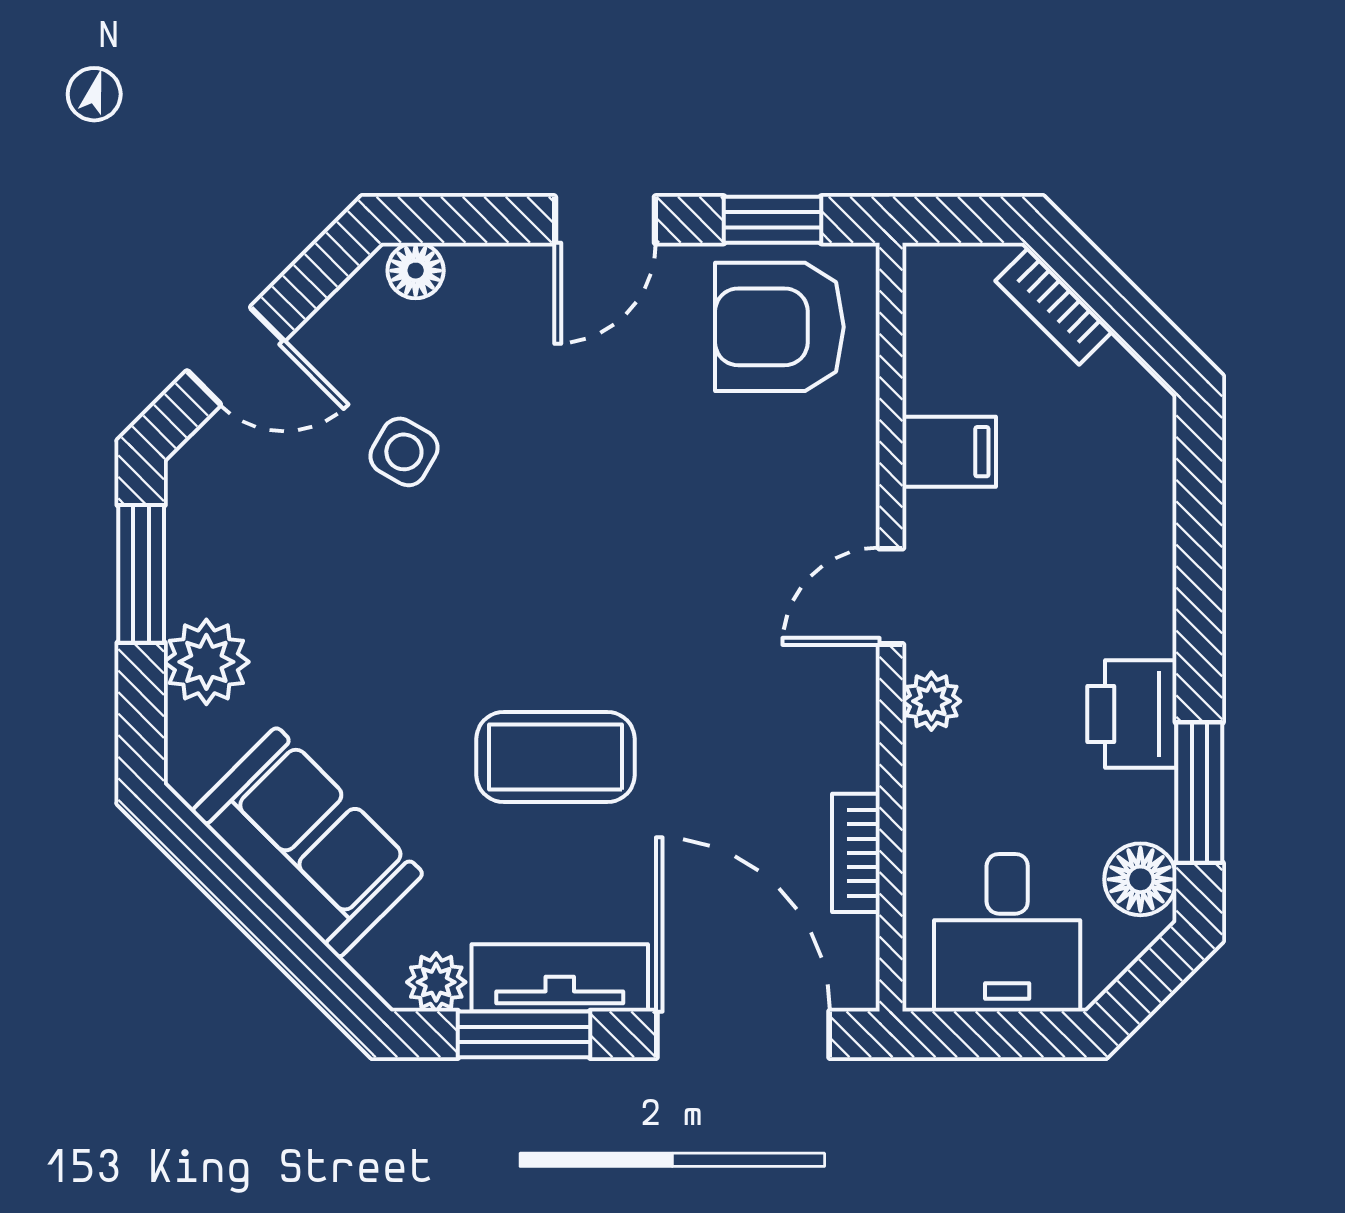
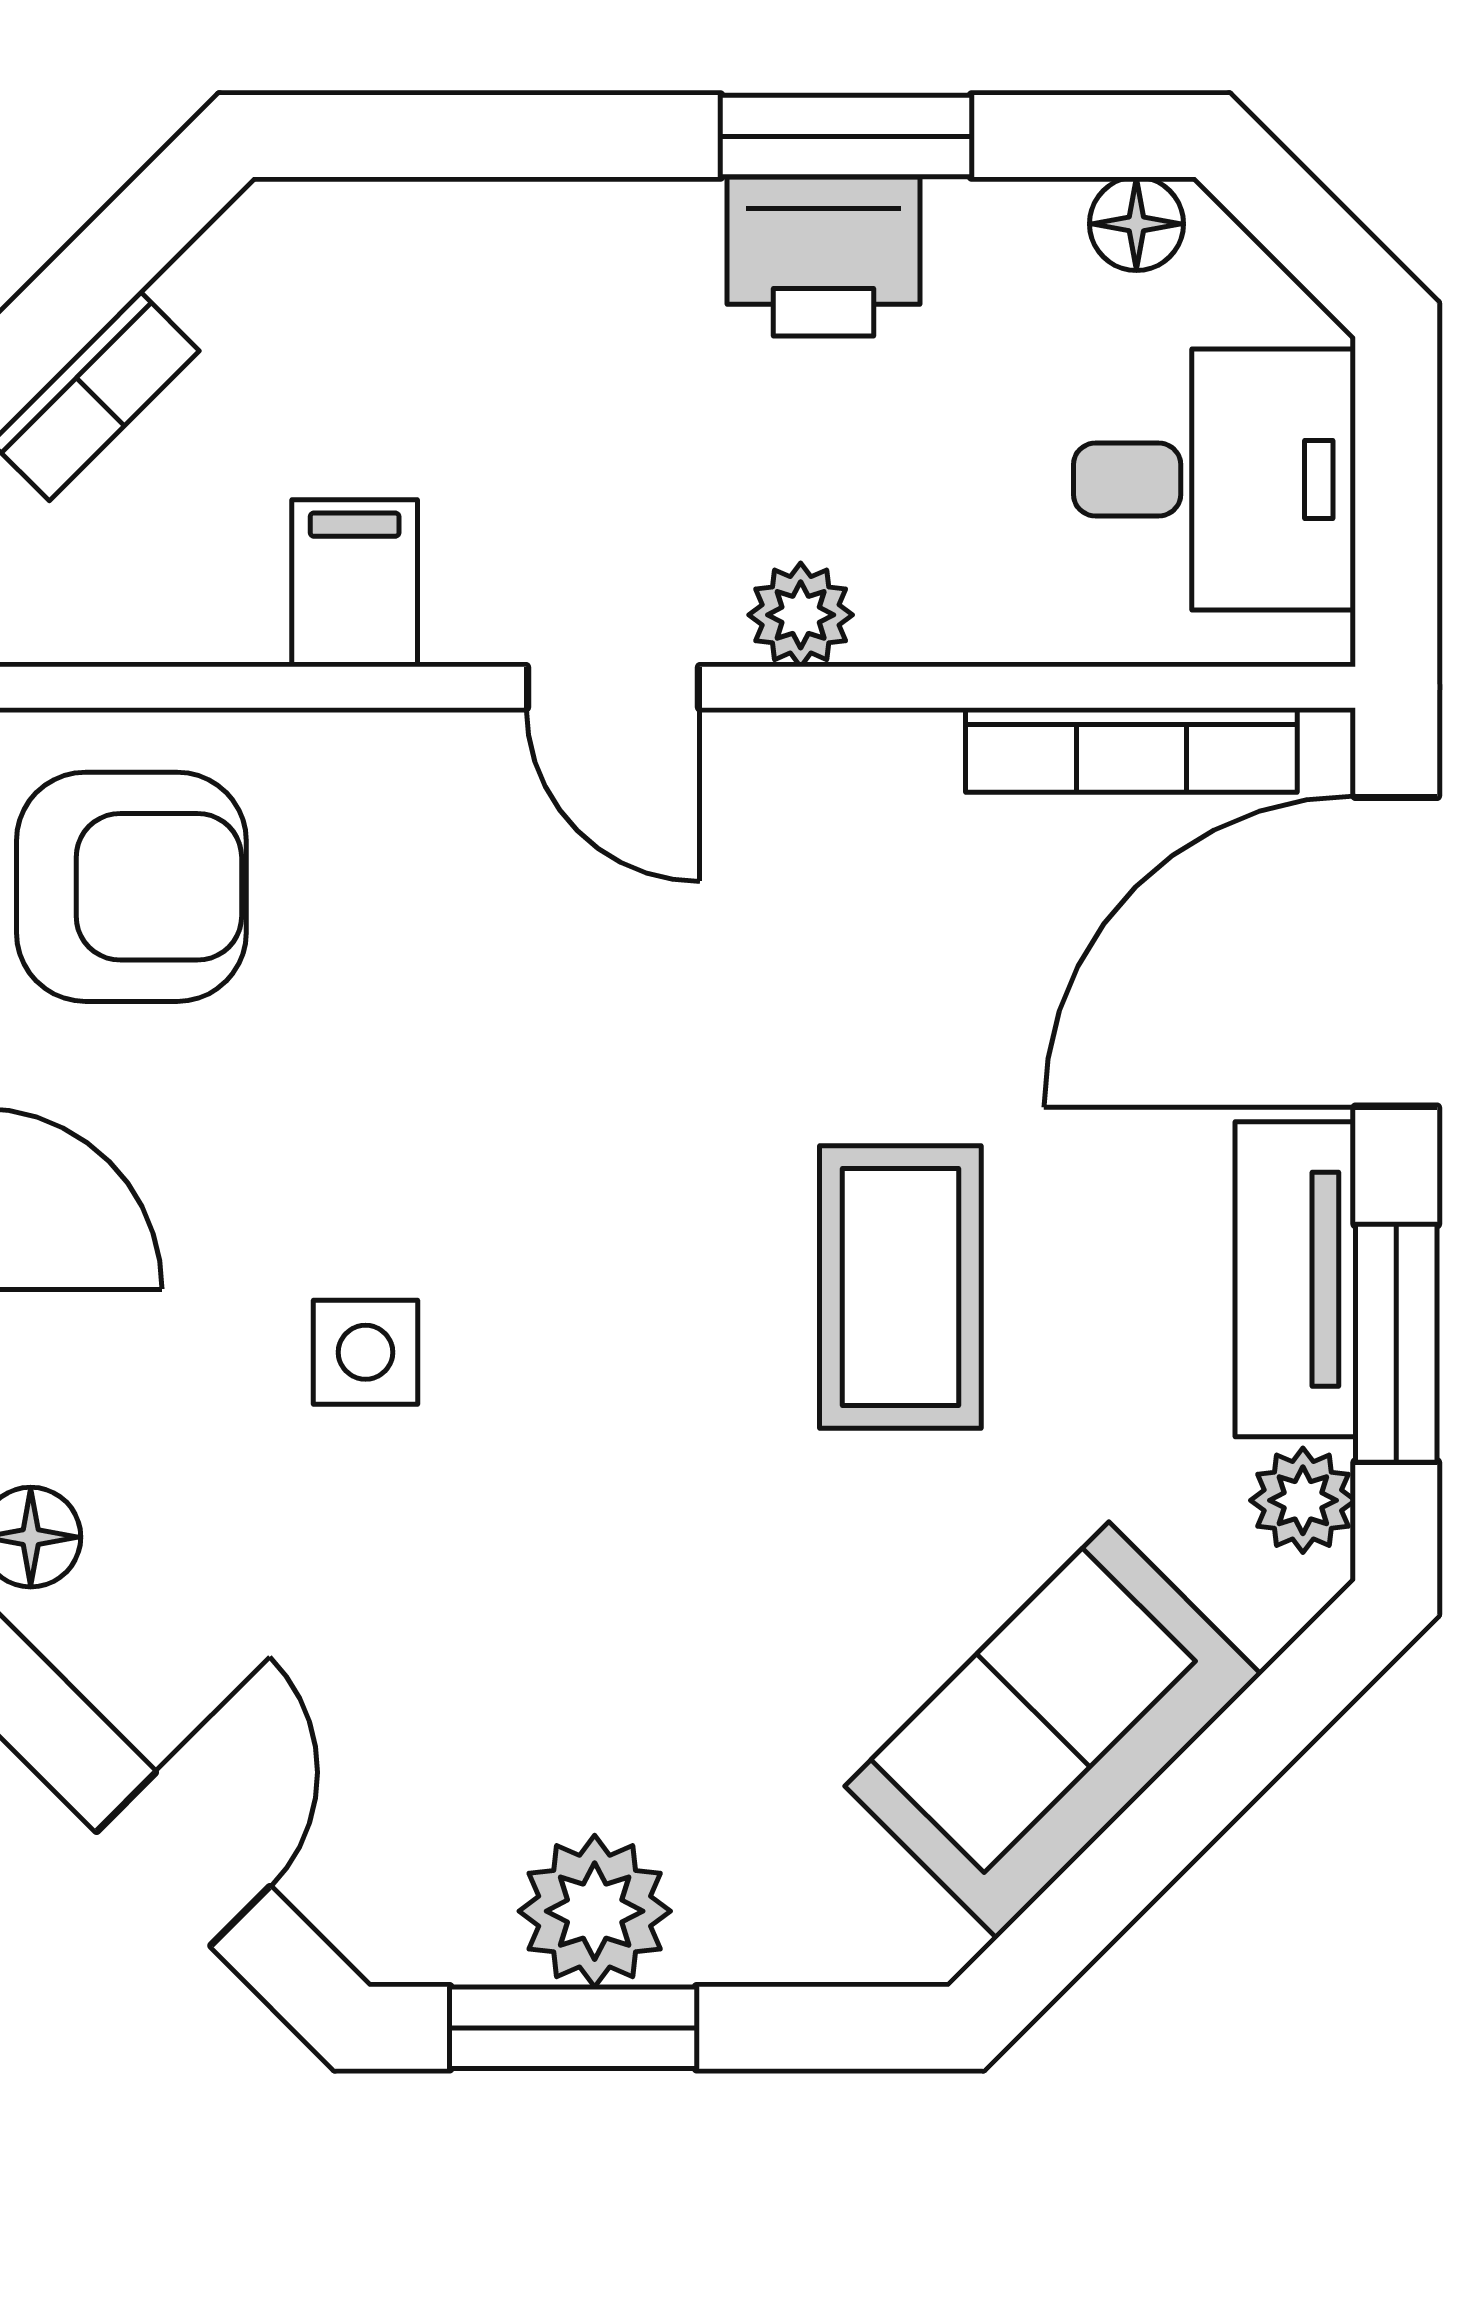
armchair: (779, 327) -> (131, 887), turned -90
side table: (404, 452) -> (366, 1352), moved, turned -30
plant: (206, 662) -> (595, 1911), moved
window: (1199, 793) -> (846, 136), moved
bookcase: (856, 853) -> (1131, 750), width x1.56
floor lamp: (1140, 879) -> (1136, 224), width x0.73, depth x0.73

